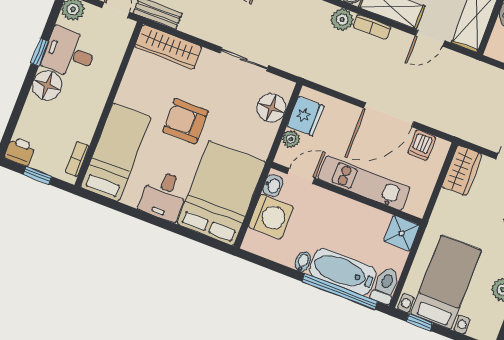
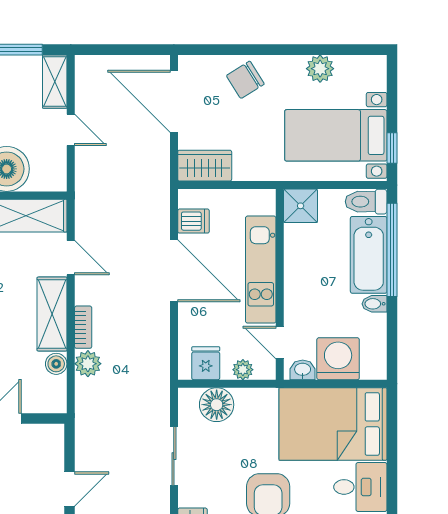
fridge: (305, 116) -> (206, 363), width x0.72

